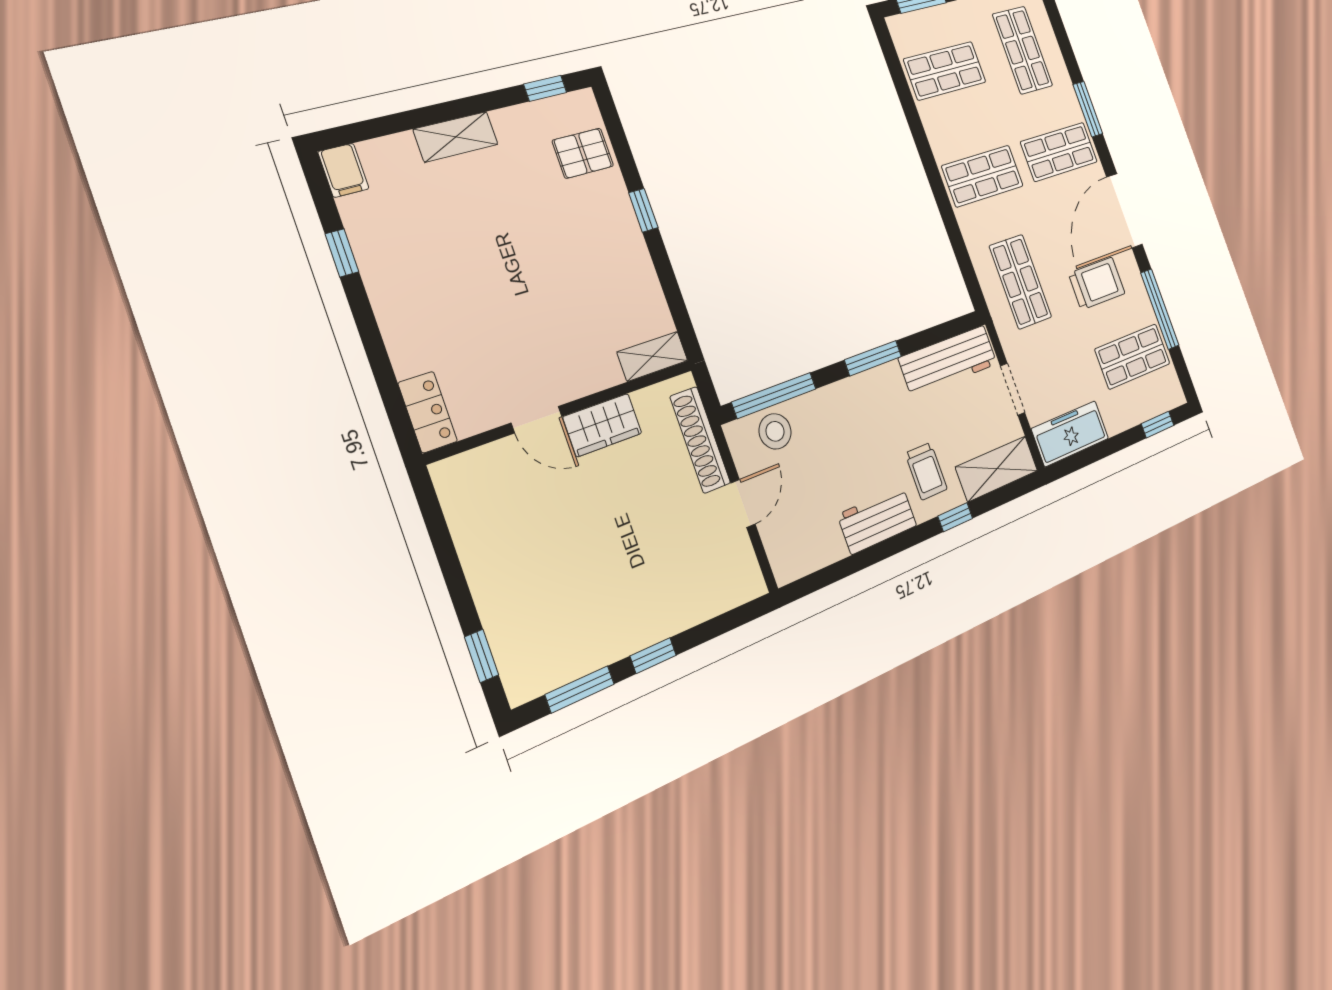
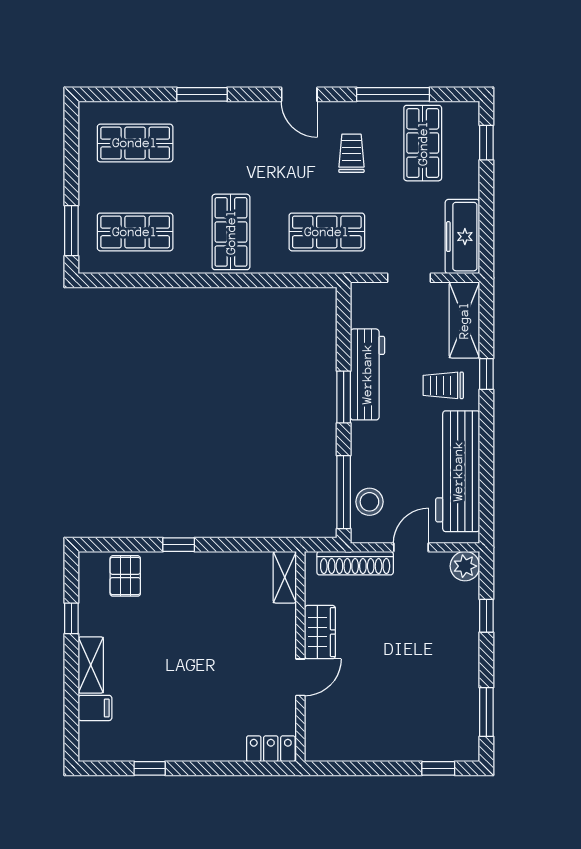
shop shelf: (945, 71) -> (135, 232), turned 90
window: (545, 88) -> (71, 618), moved
shop shelf: (1059, 152) -> (231, 143), removed
filing cabinet: (343, 170) -> (95, 708), moved
door: (1124, 211) -> (299, 94), width x0.53
trolley: (1097, 283) -> (351, 153), width x0.73, depth x0.72
workbench: (948, 361) -> (367, 374), moved
trolley: (926, 471) -> (443, 385), turned 180
door: (743, 503) -> (411, 547), hinge flipped
workbench: (877, 520) -> (458, 471), width x1.88, depth x1.32
plant: (746, 581) -> (465, 566), added
window: (653, 656) -> (486, 616), moved

